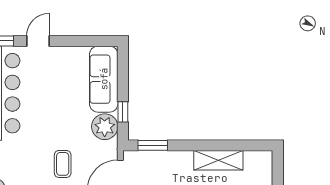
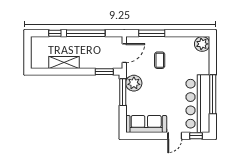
sofa: (104, 79) -> (146, 124), moved, turned -90
window: (123, 112) -> (123, 92), width x2.17

